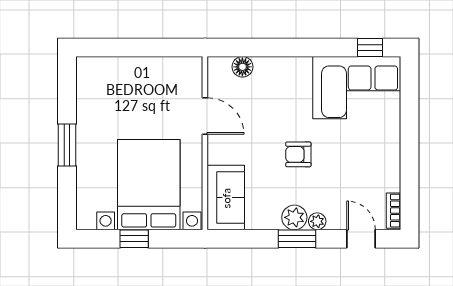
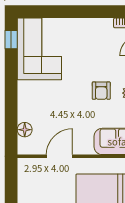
armchair: (298, 154) -> (101, 91), moved

